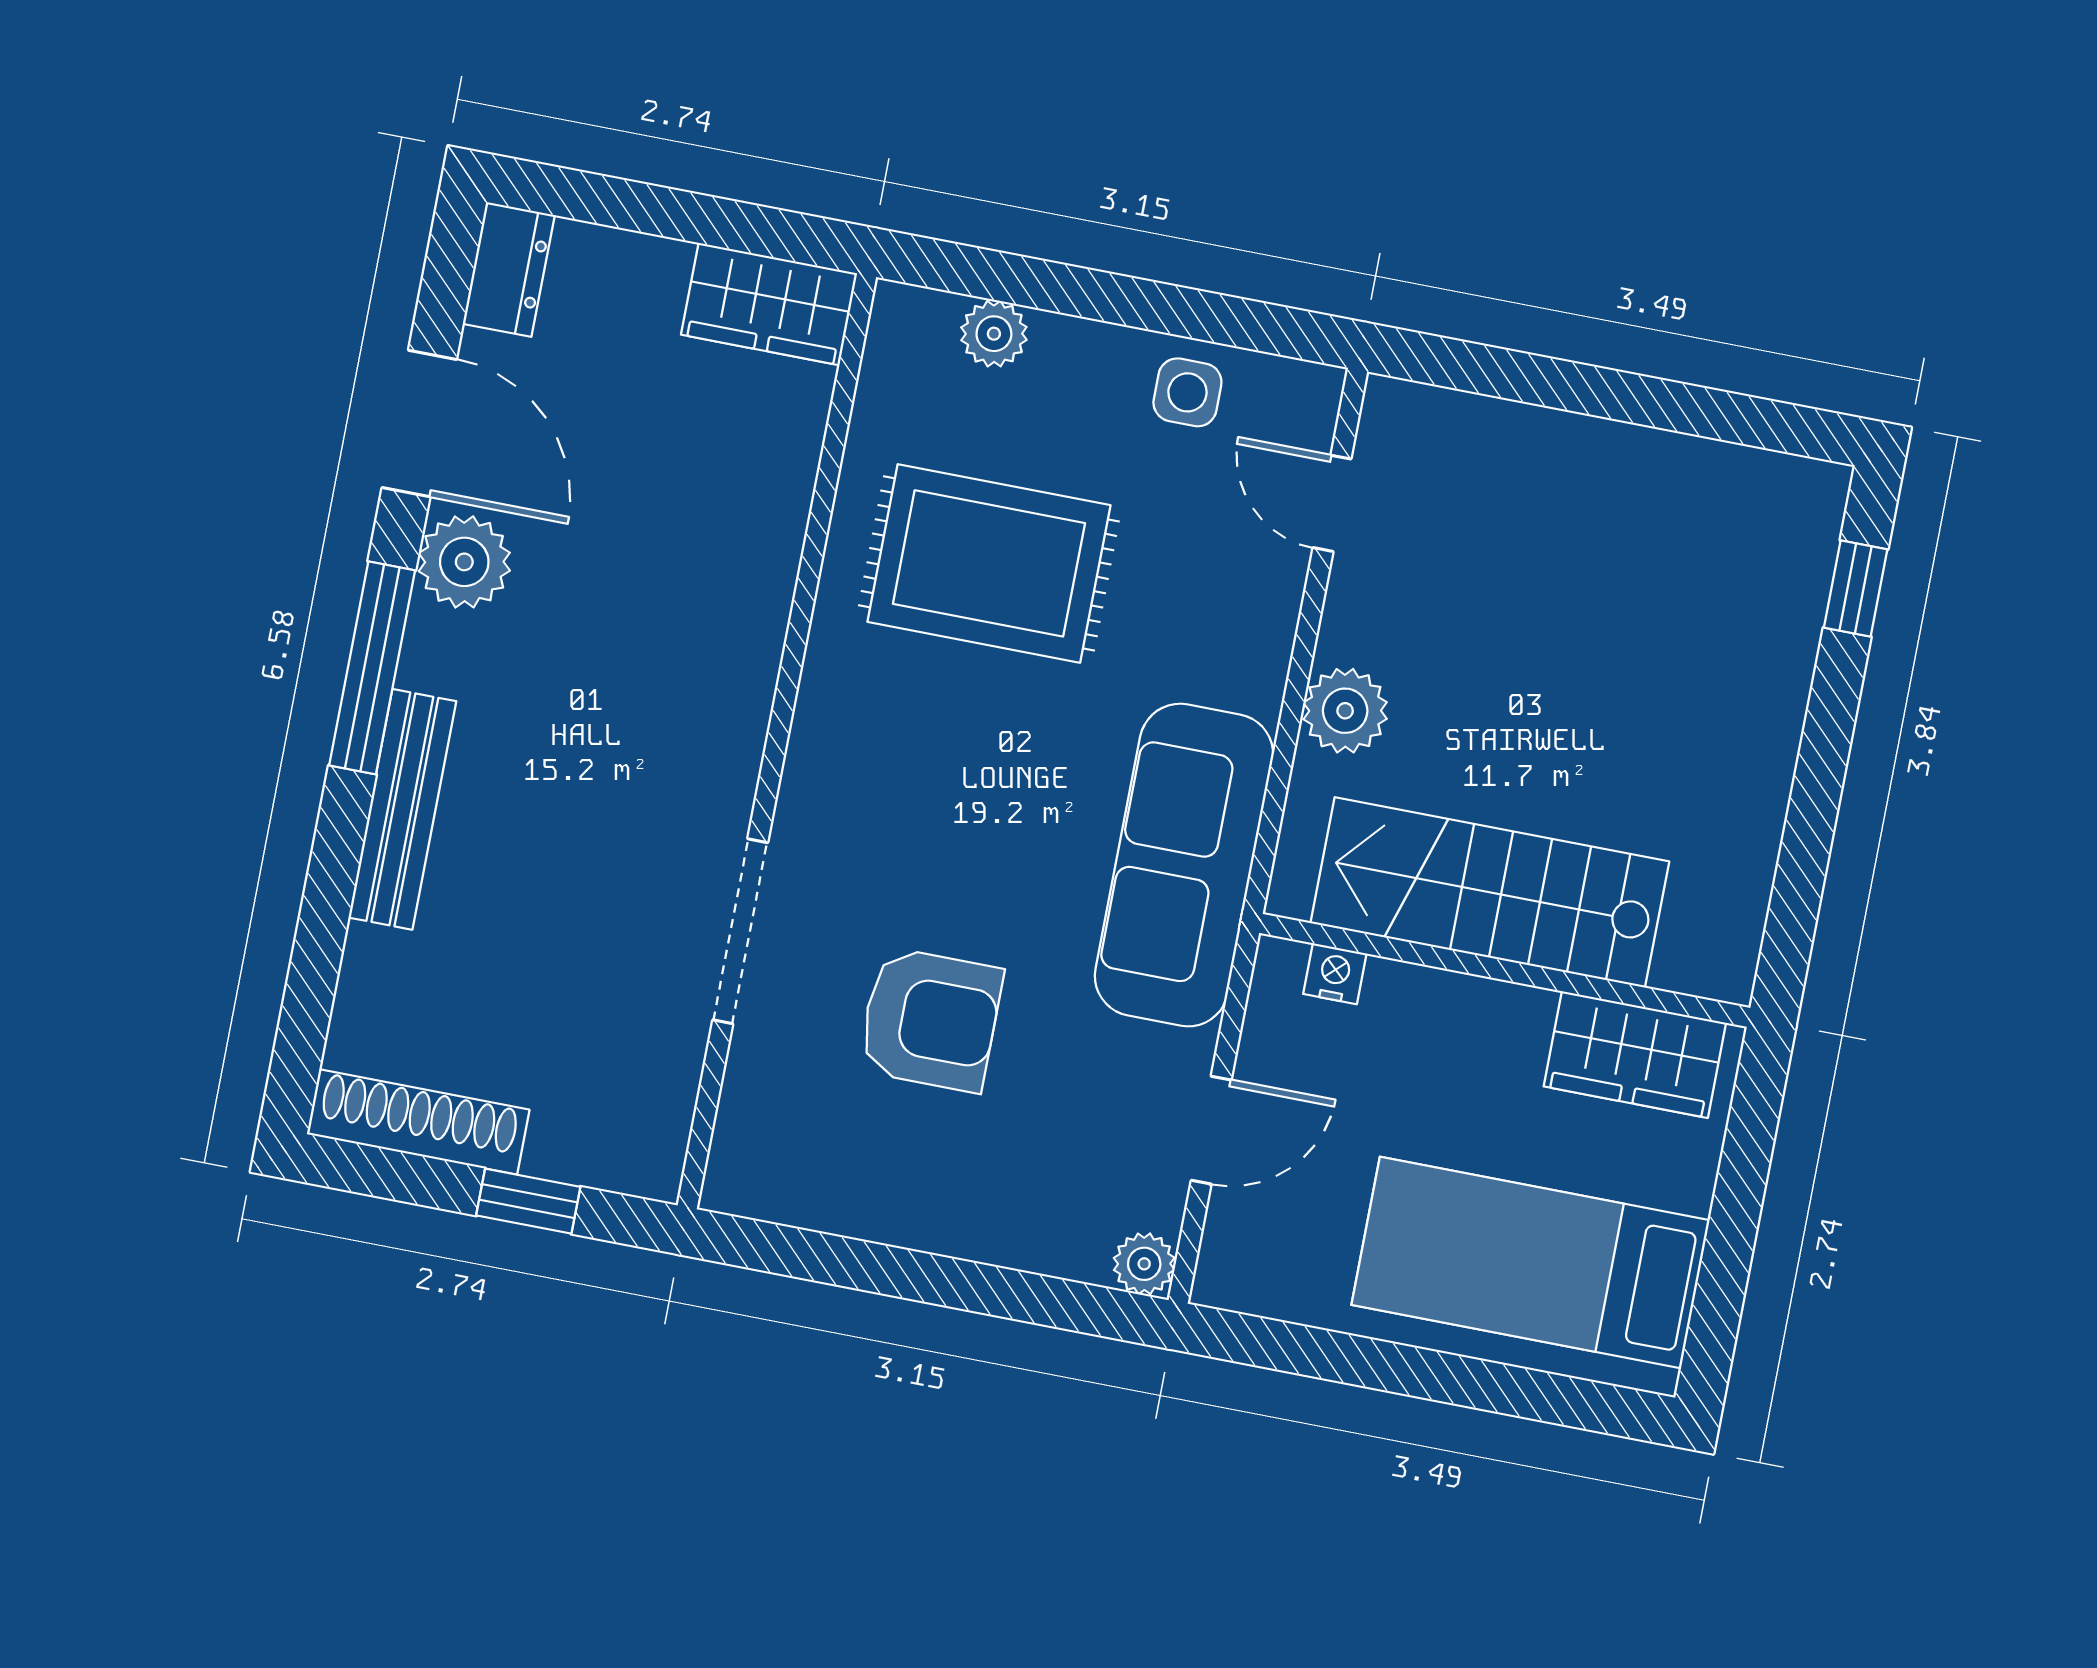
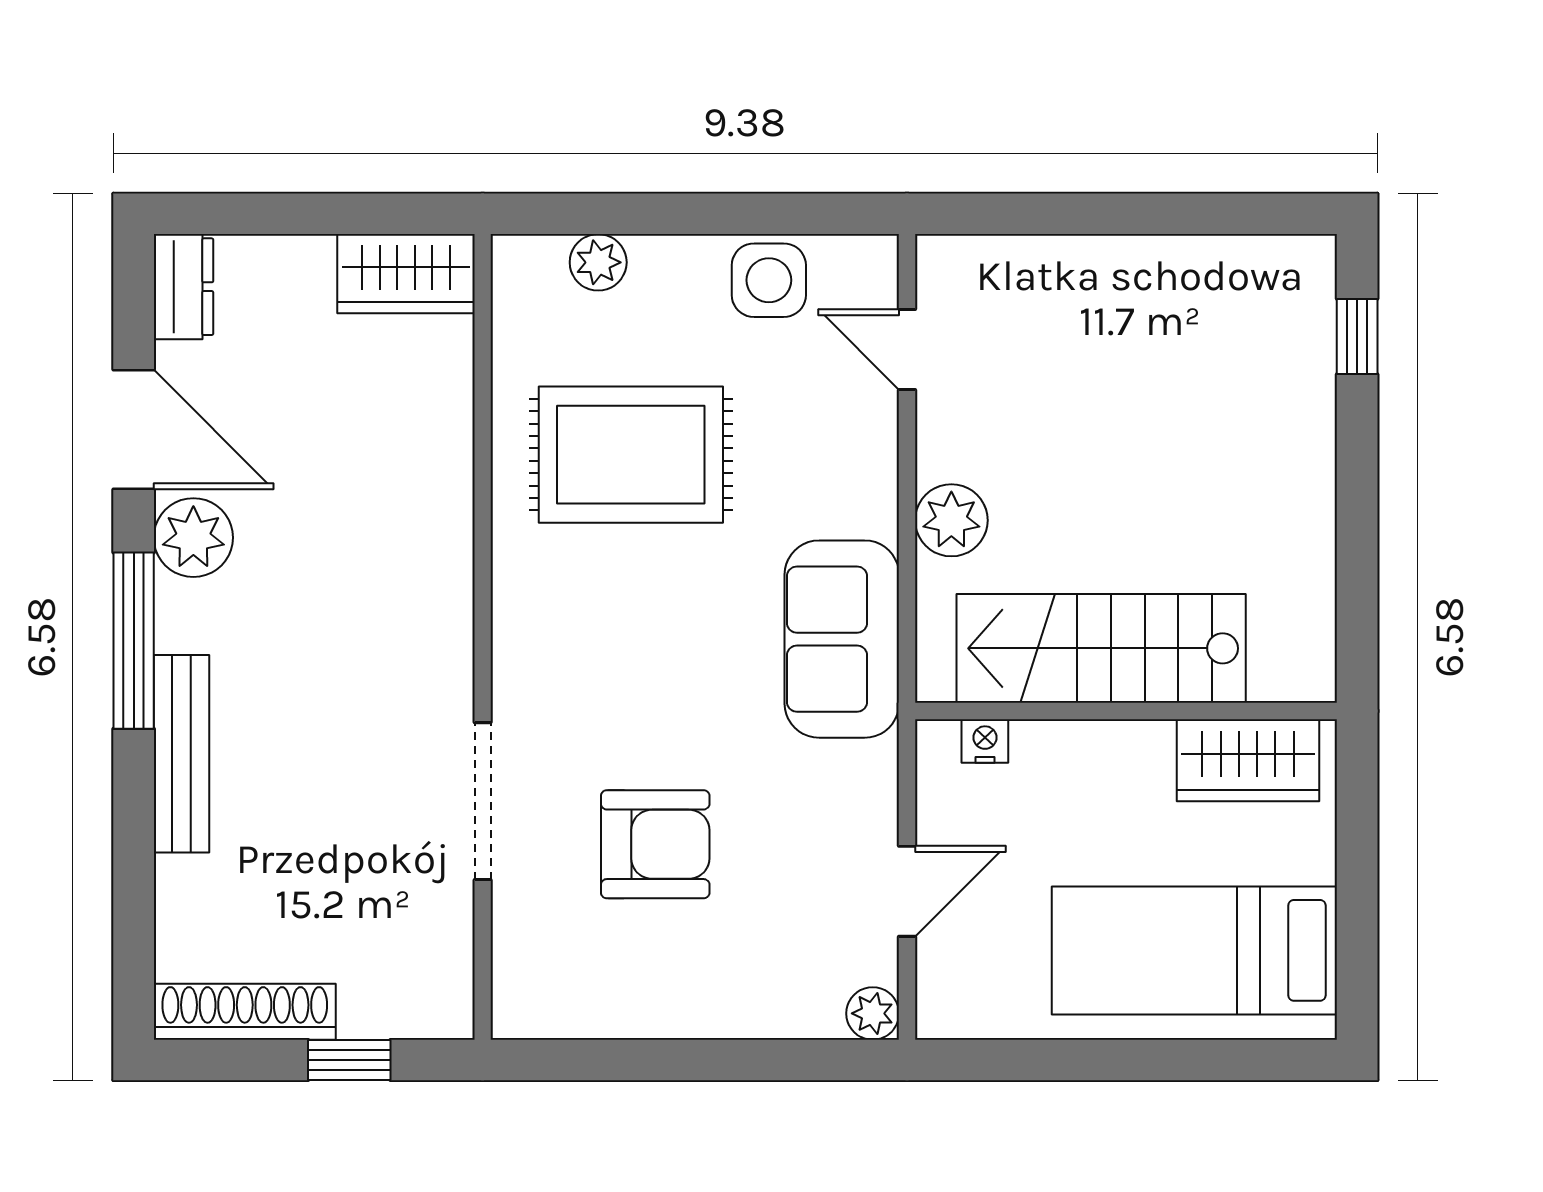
side table: (1187, 392) -> (769, 280), width x1.37, depth x1.37
sofa: (1184, 865) -> (842, 639), width x0.73

